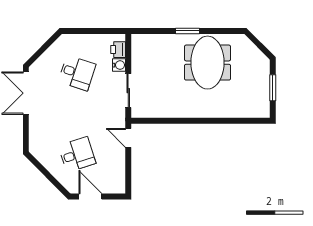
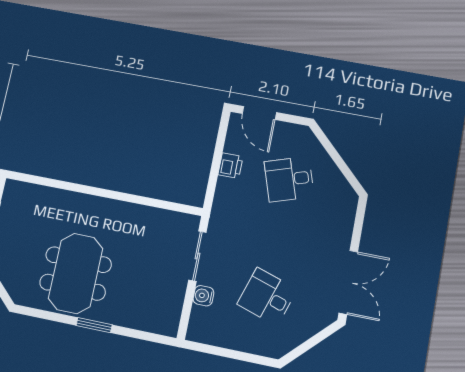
printer: (118, 50) -> (230, 166), moved
door: (128, 138) -> (211, 189), removed
door: (90, 196) -> (259, 113), moved

